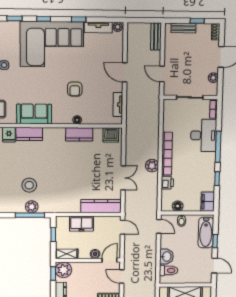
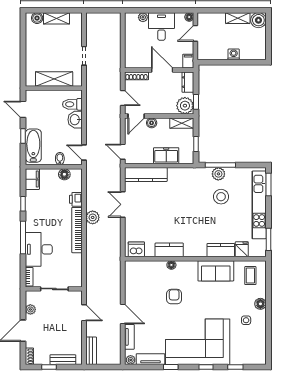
tv unit: (118, 105) -> (129, 337), moved

